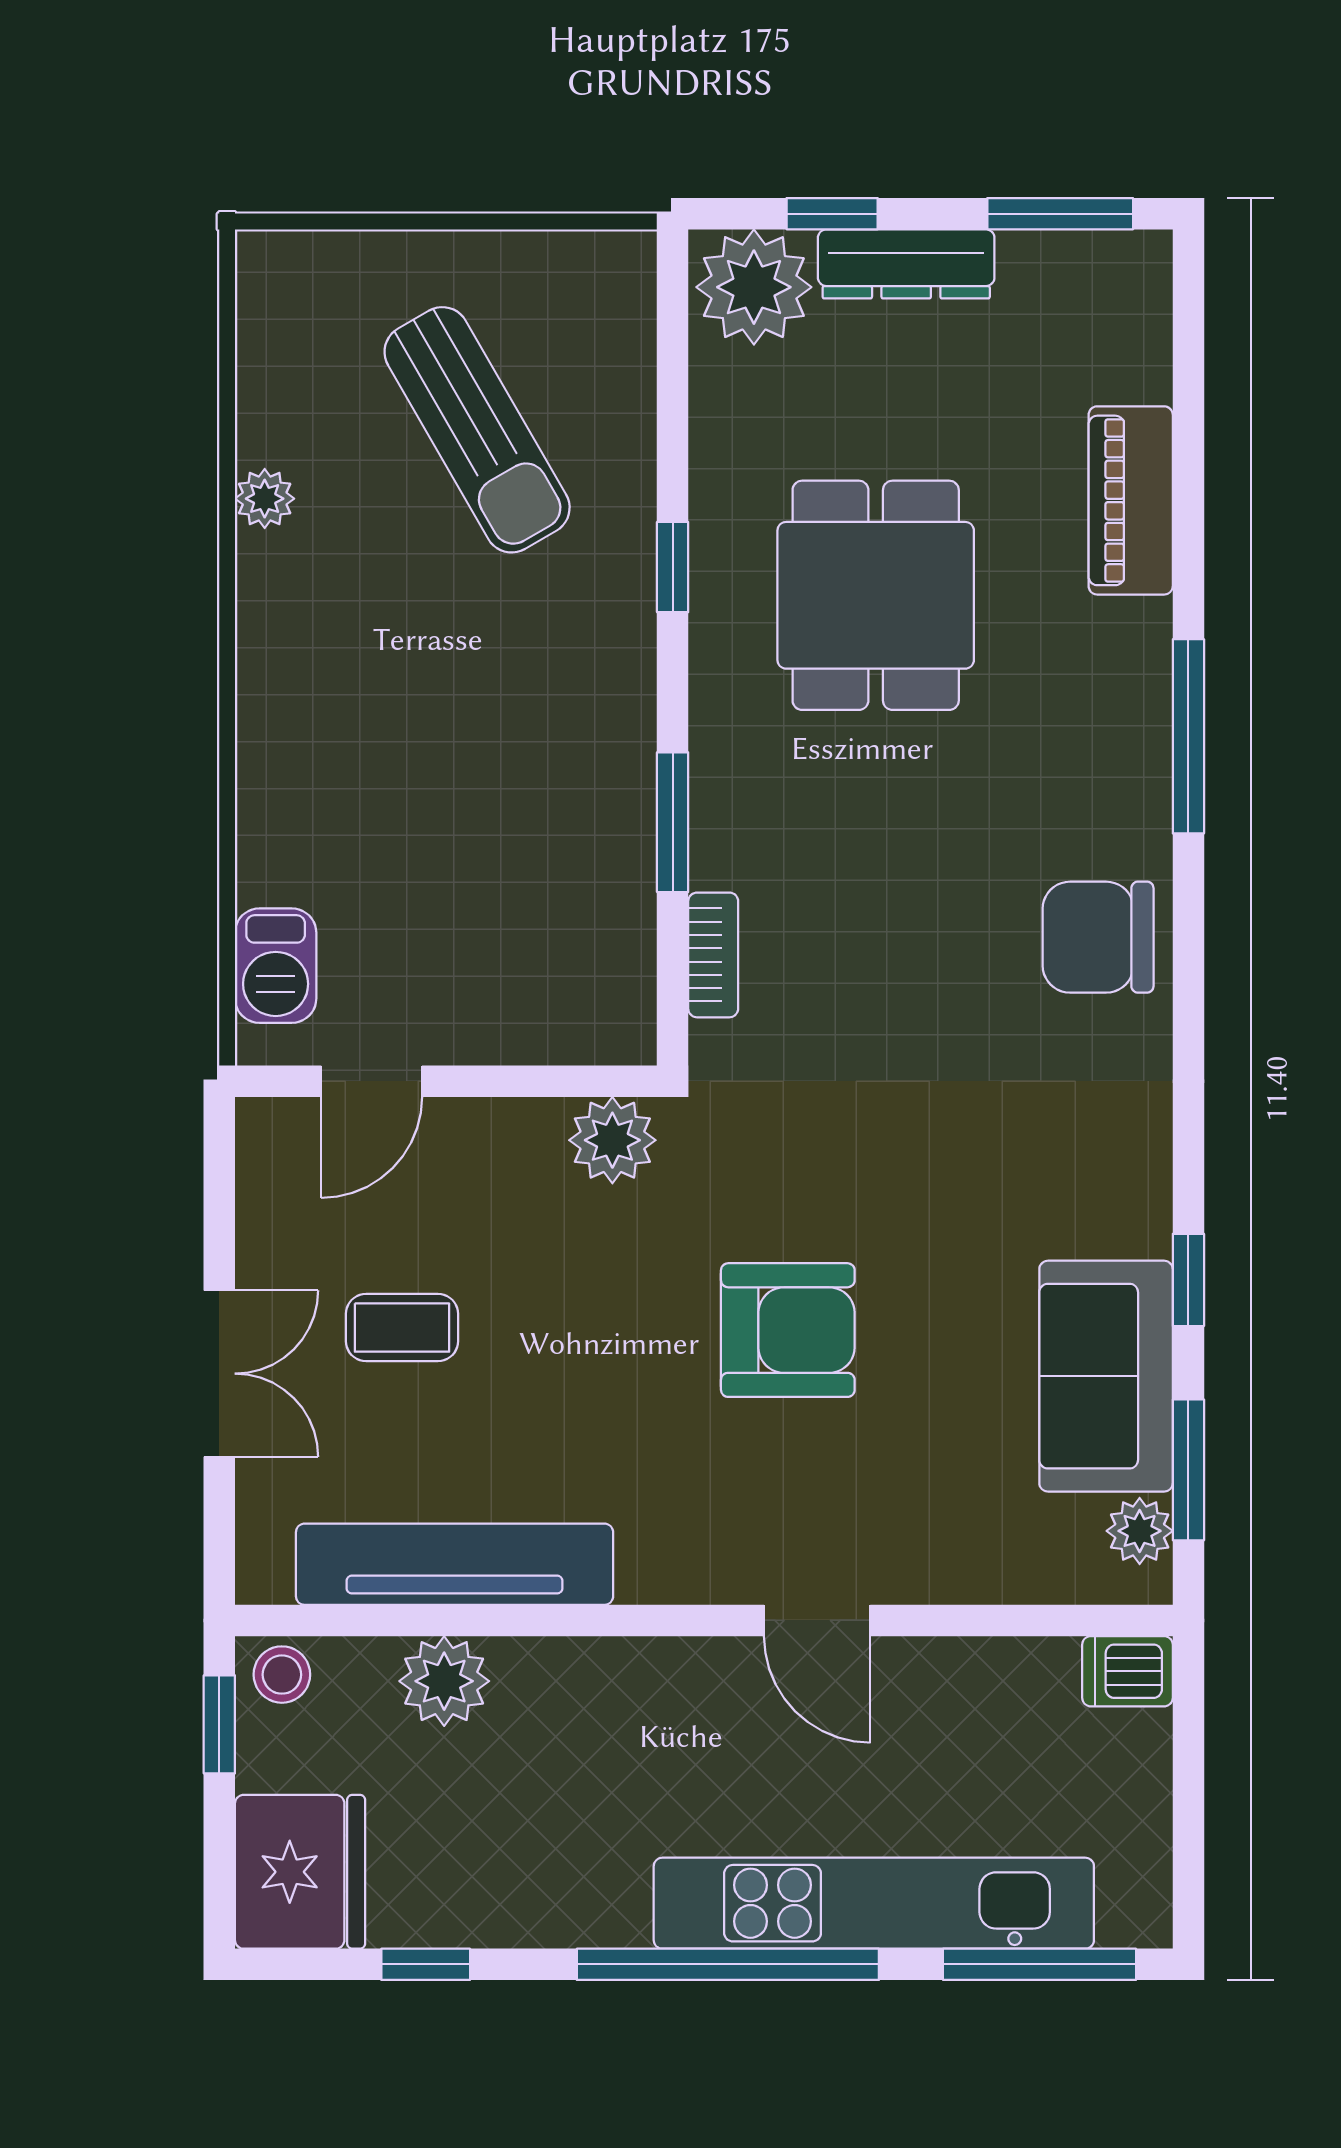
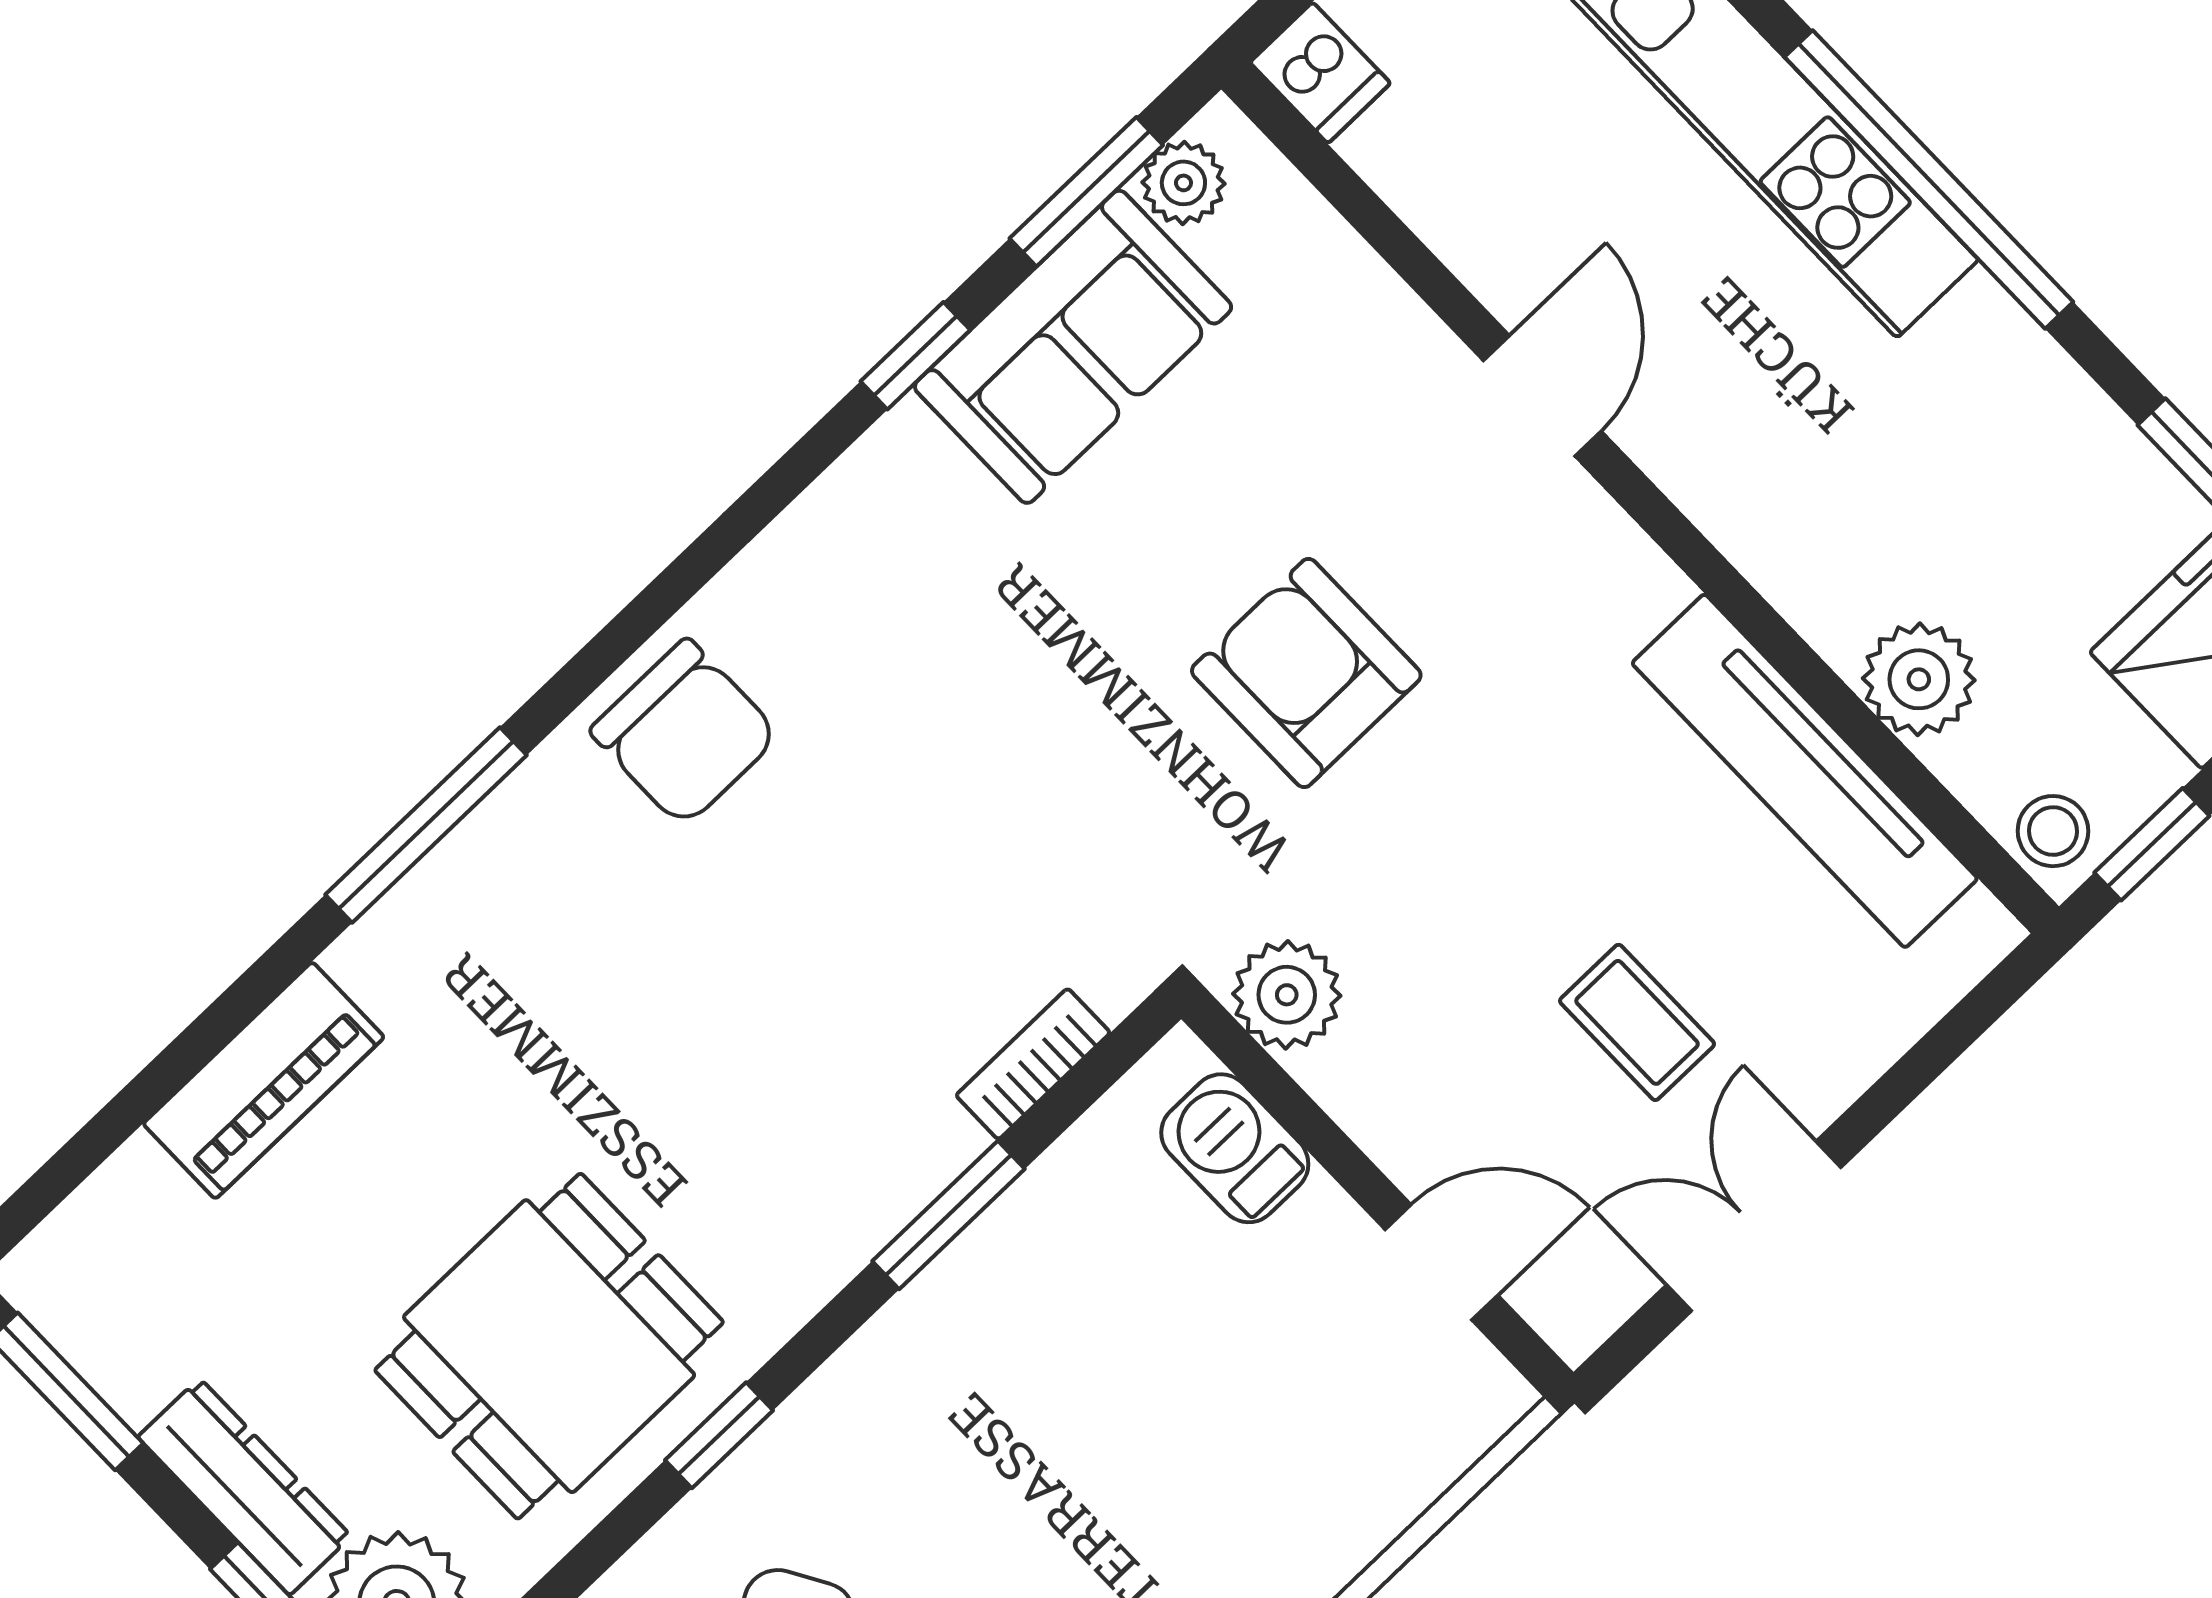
dining table: (876, 595) -> (549, 1346), moved
barbecue: (276, 966) -> (1235, 1148), moved, turned -90
double door: (219, 1374) -> (1754, 1226), moved

